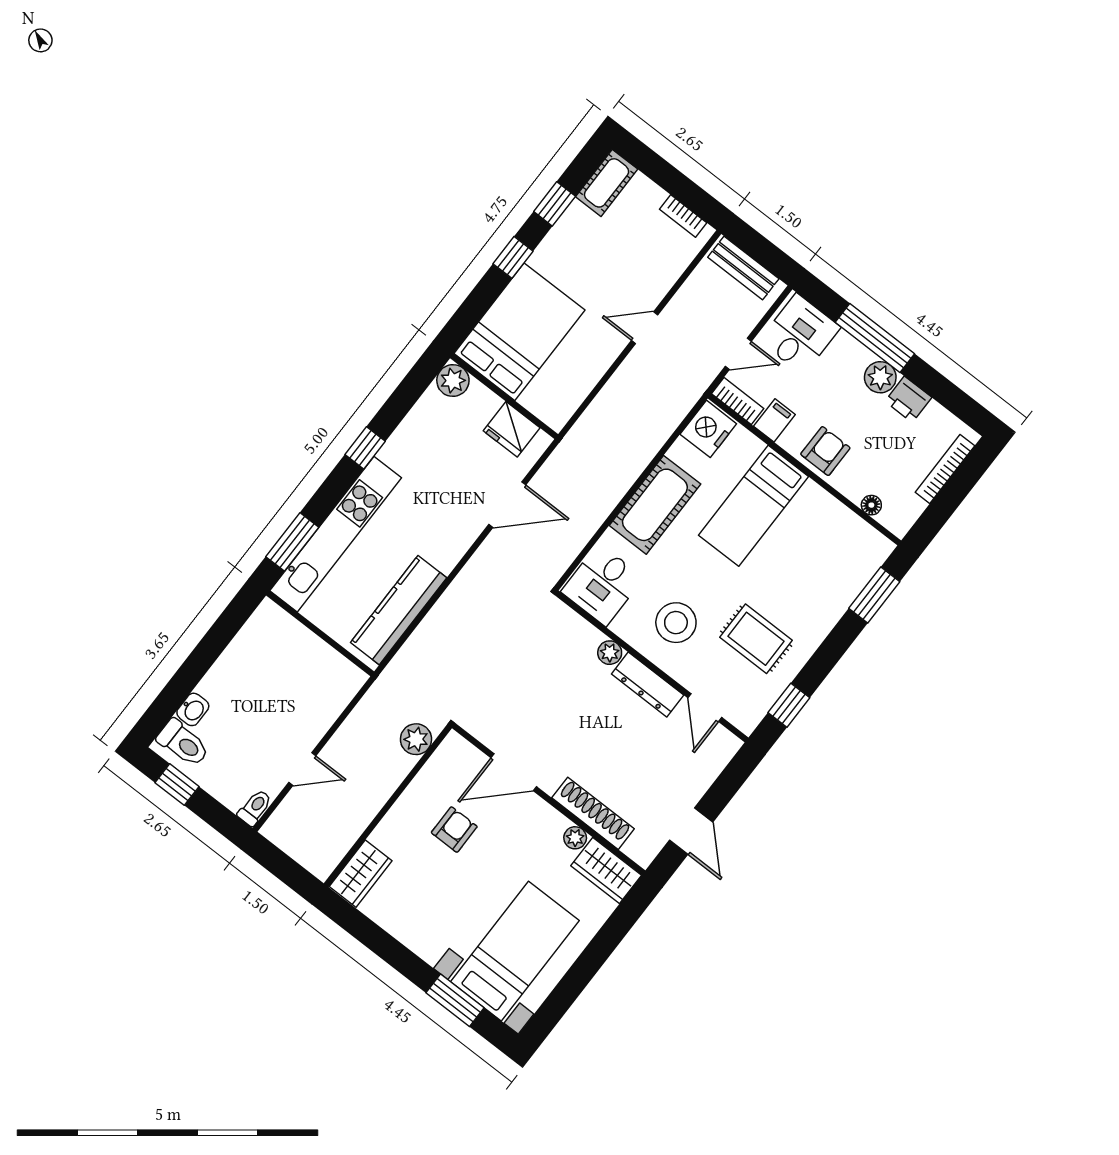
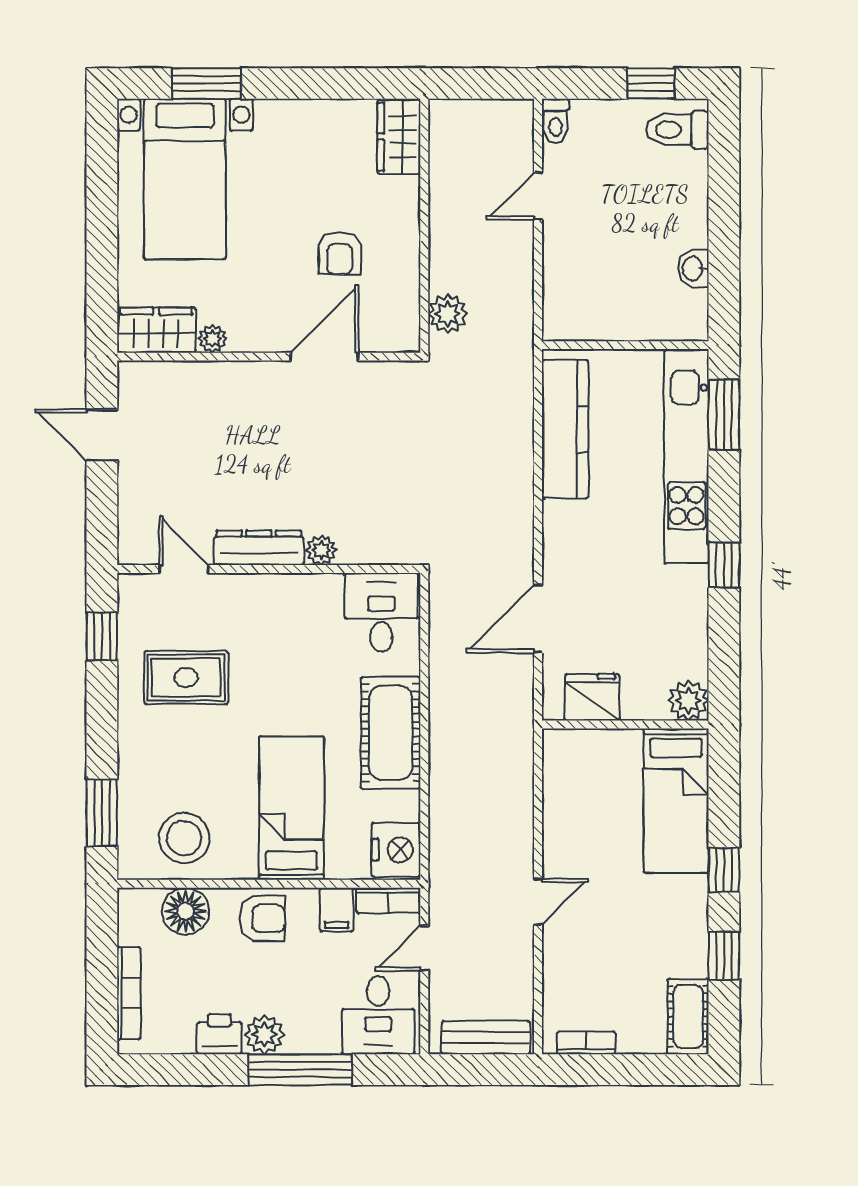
bed: (519, 332) -> (676, 801), width x0.67
armchair: (825, 451) -> (262, 918), turned -90
floor lamp: (871, 505) -> (185, 911), width x1.89, depth x1.89
stool: (676, 623) -> (184, 838), moved
washbasin: (193, 709) -> (693, 269), moved
shoe rack: (593, 813) -> (214, 377), removed

